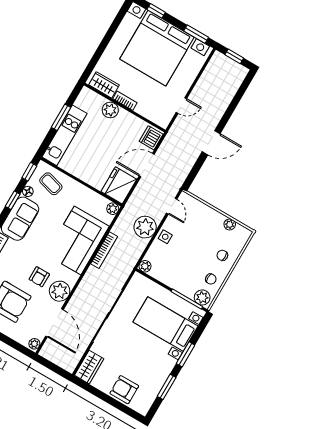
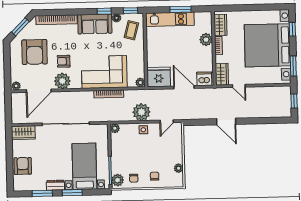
wardrobe: (158, 116) -> (222, 74), added
dresser: (167, 367) -> (55, 185), added

